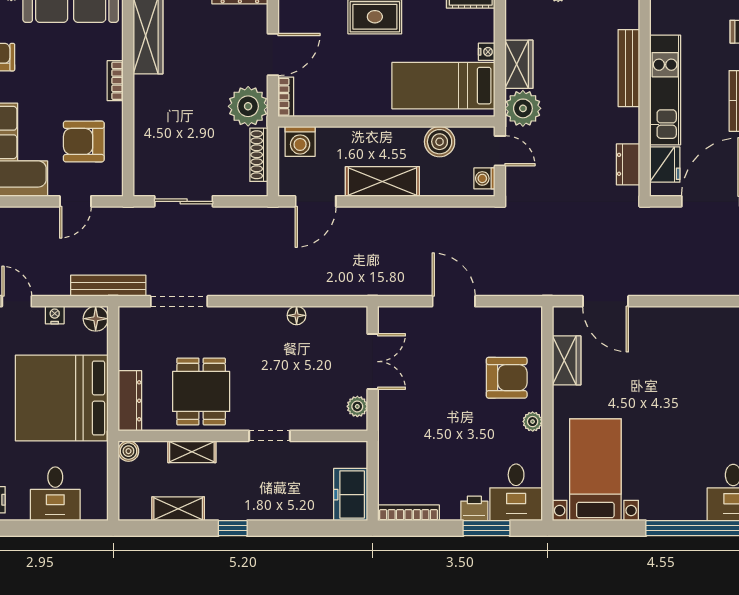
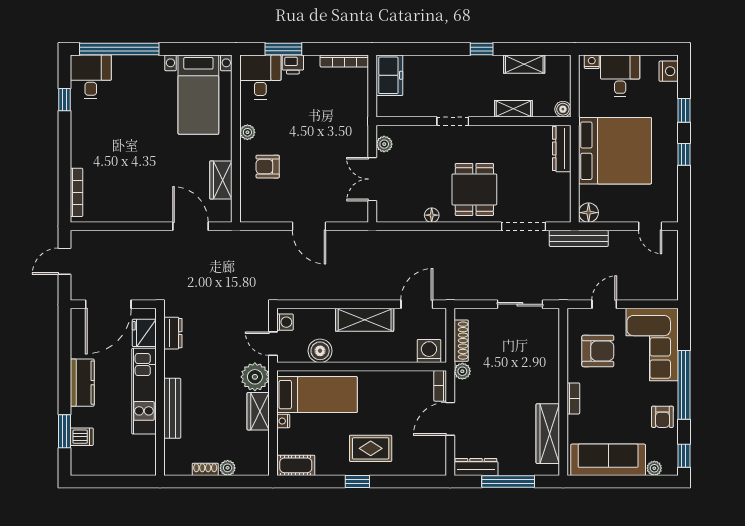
plant: (248, 106) -> (462, 371), width x0.53, depth x0.53
nightstand: (55, 315) -> (592, 62), moved, turned 180
armchair: (507, 378) -> (268, 167), width x0.72, depth x0.72
dining table: (201, 391) -> (474, 189), moved

